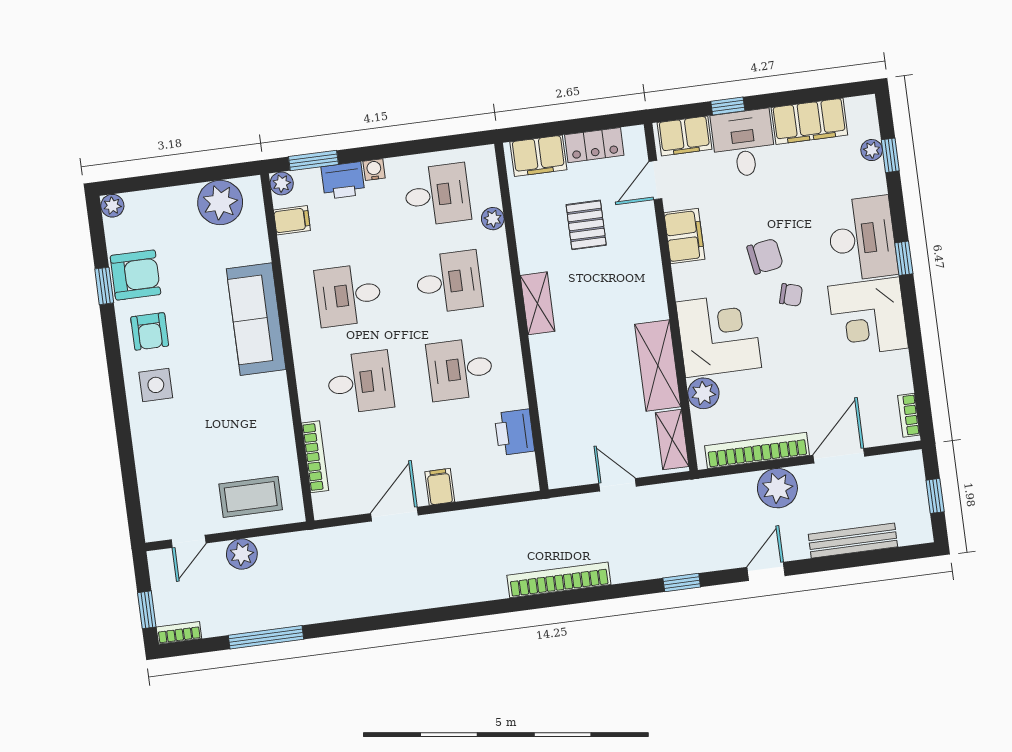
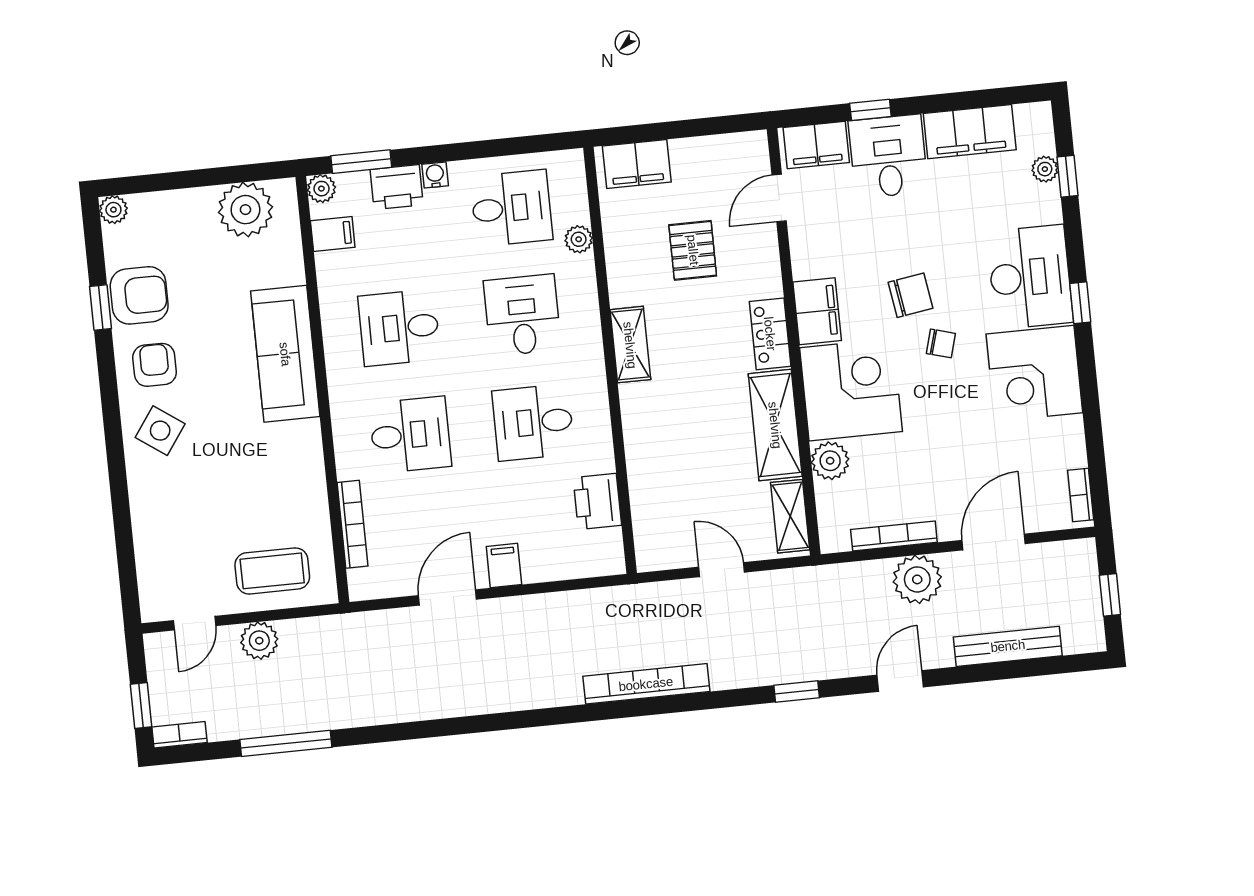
locker: (594, 145) -> (770, 334), moved, turned 90
filing cabinet: (684, 236) -> (817, 311), moved
desk: (449, 282) -> (522, 315), turned -90
armchair: (150, 331) -> (155, 365), turned 180
side table: (156, 385) -> (160, 431), turned 35
bookcase: (757, 450) -> (894, 536), width x0.68, depth x0.76

